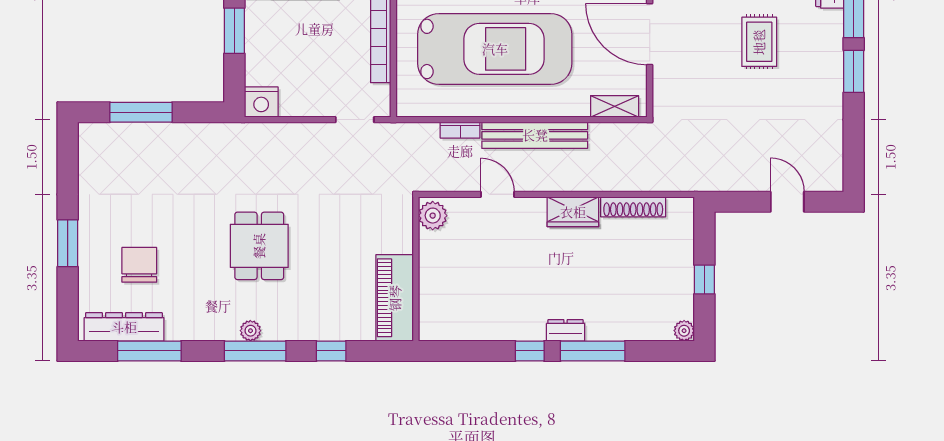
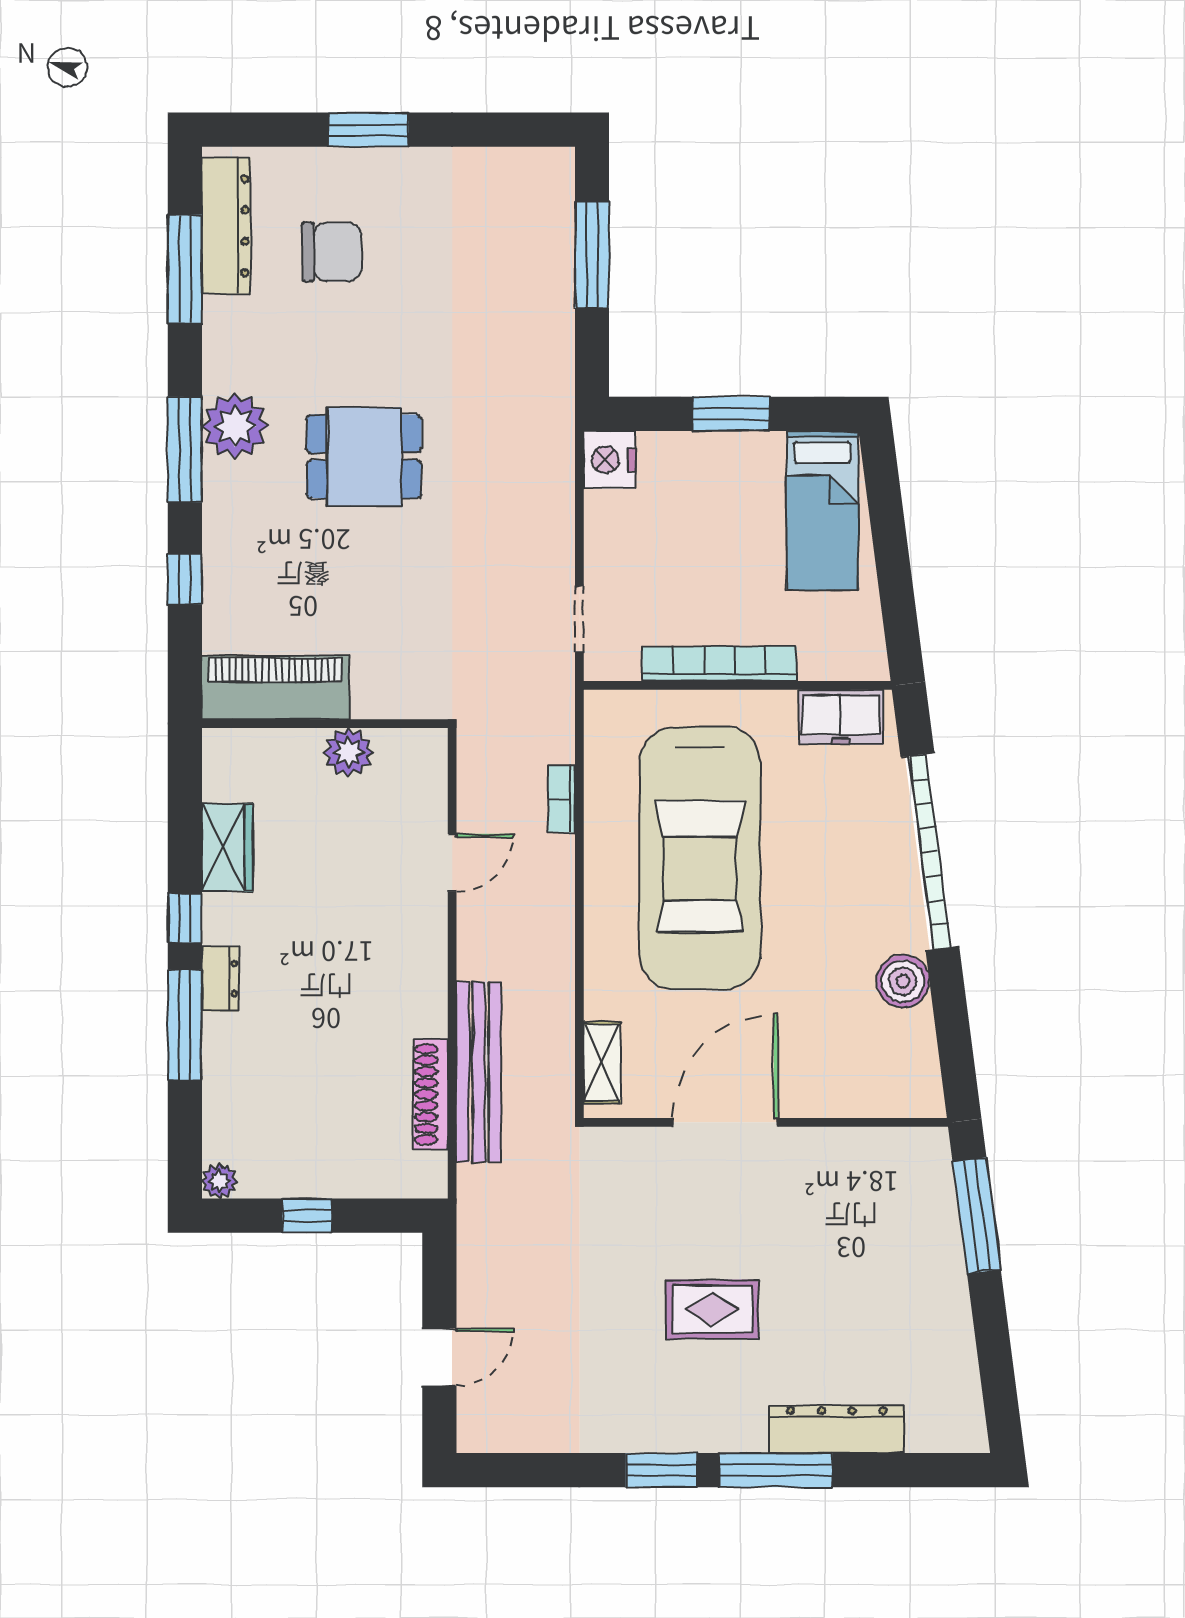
bench: (535, 135) -> (479, 1072), moved
wardrobe: (573, 212) -> (227, 848), moved, turned 180
plant: (433, 216) -> (348, 752), moved
plant: (250, 331) -> (235, 426), width x1.87, depth x1.87

